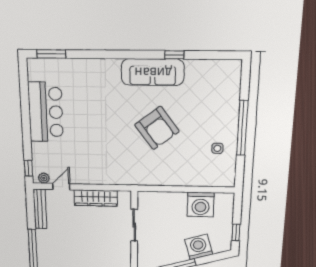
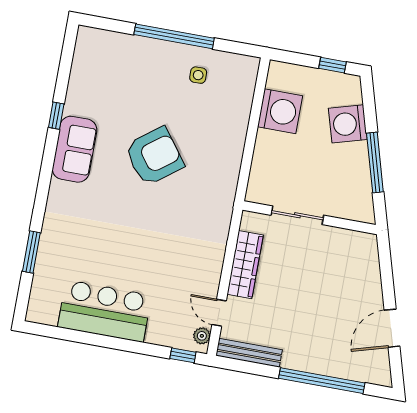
window: (51, 54) -> (31, 252), moved
sofa: (153, 72) -> (75, 149), width x0.73

